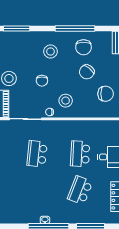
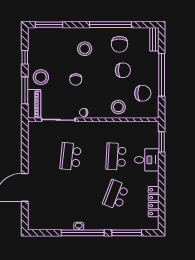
chair: (87, 72) -> (123, 70), turned -128
stool: (66, 101) -> (118, 107), moved

